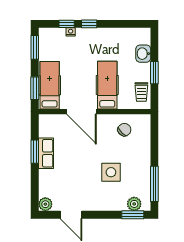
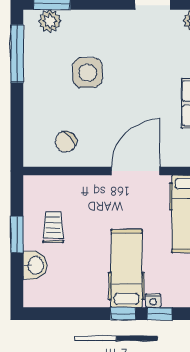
hospital bed: (107, 85) -> (127, 268), moved, turned 180
trolley: (141, 92) -> (53, 227), moved
door: (81, 112) -> (136, 171), hinge flipped

